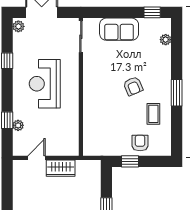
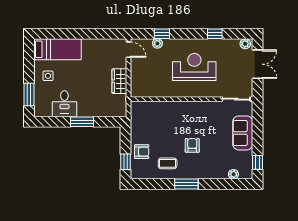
armchair: (133, 86) -> (192, 145), turned 113
door: (36, 158) -> (129, 50), moved
window: (130, 161) -> (126, 162), moved

